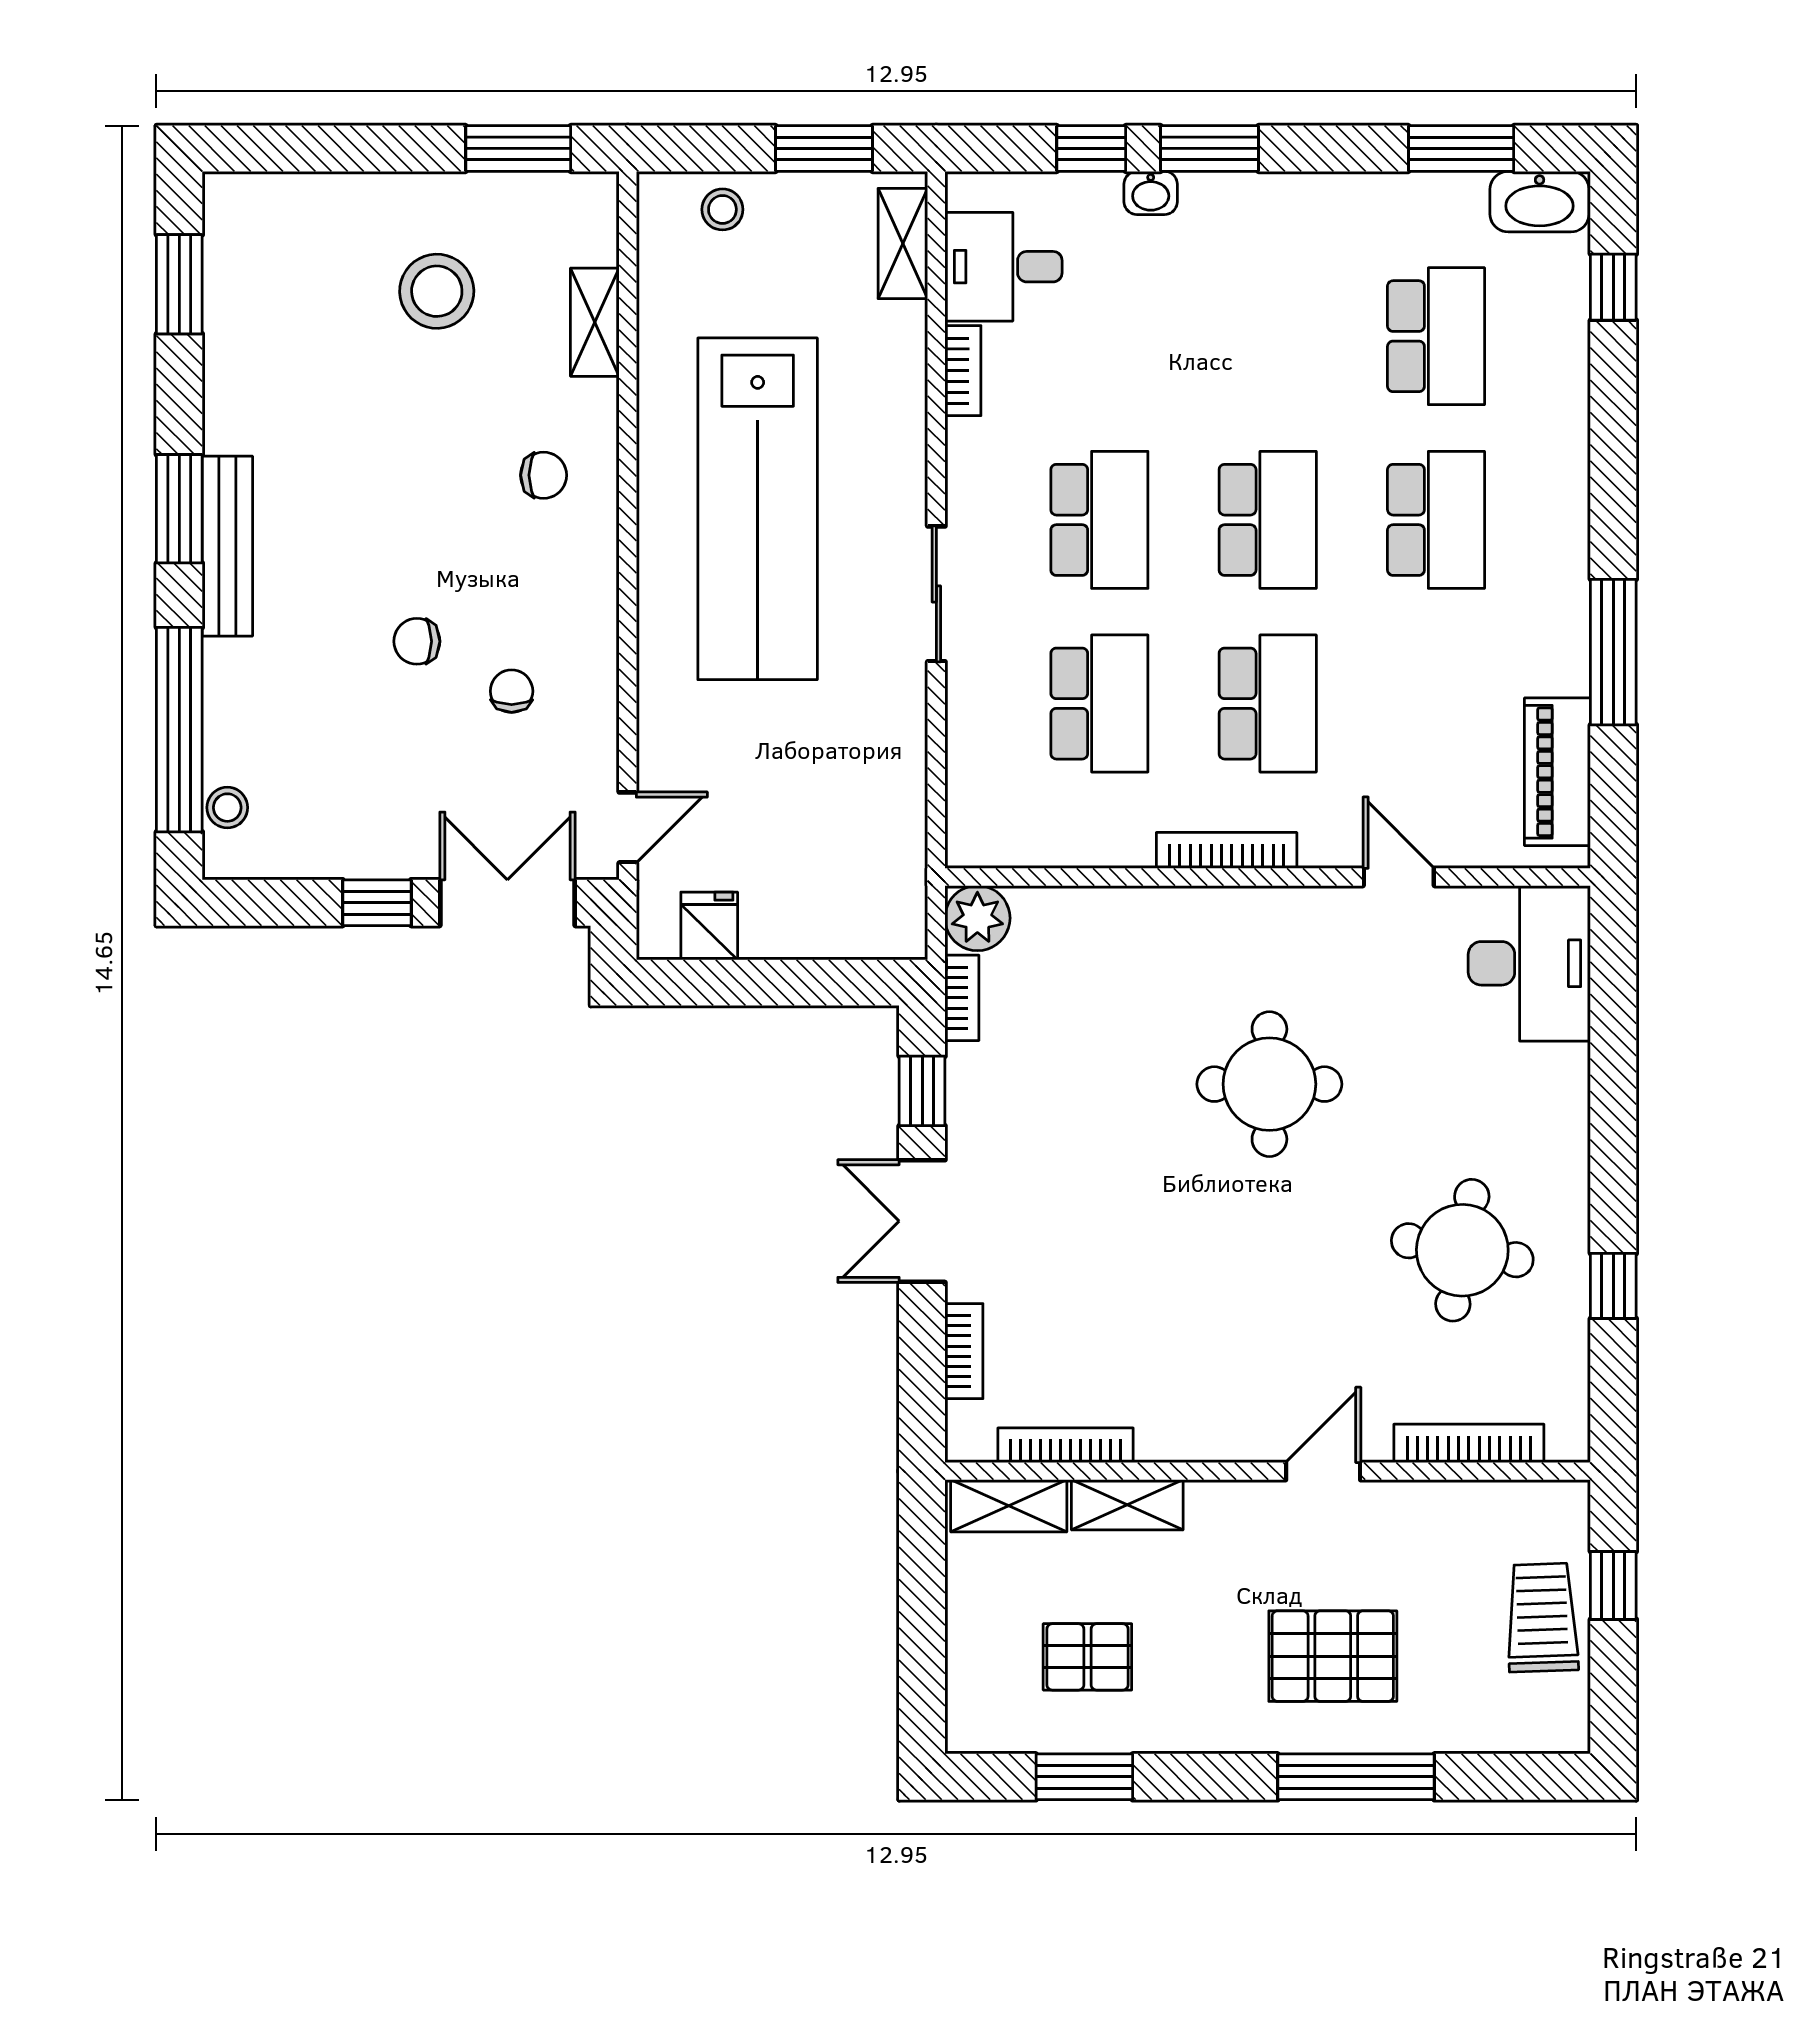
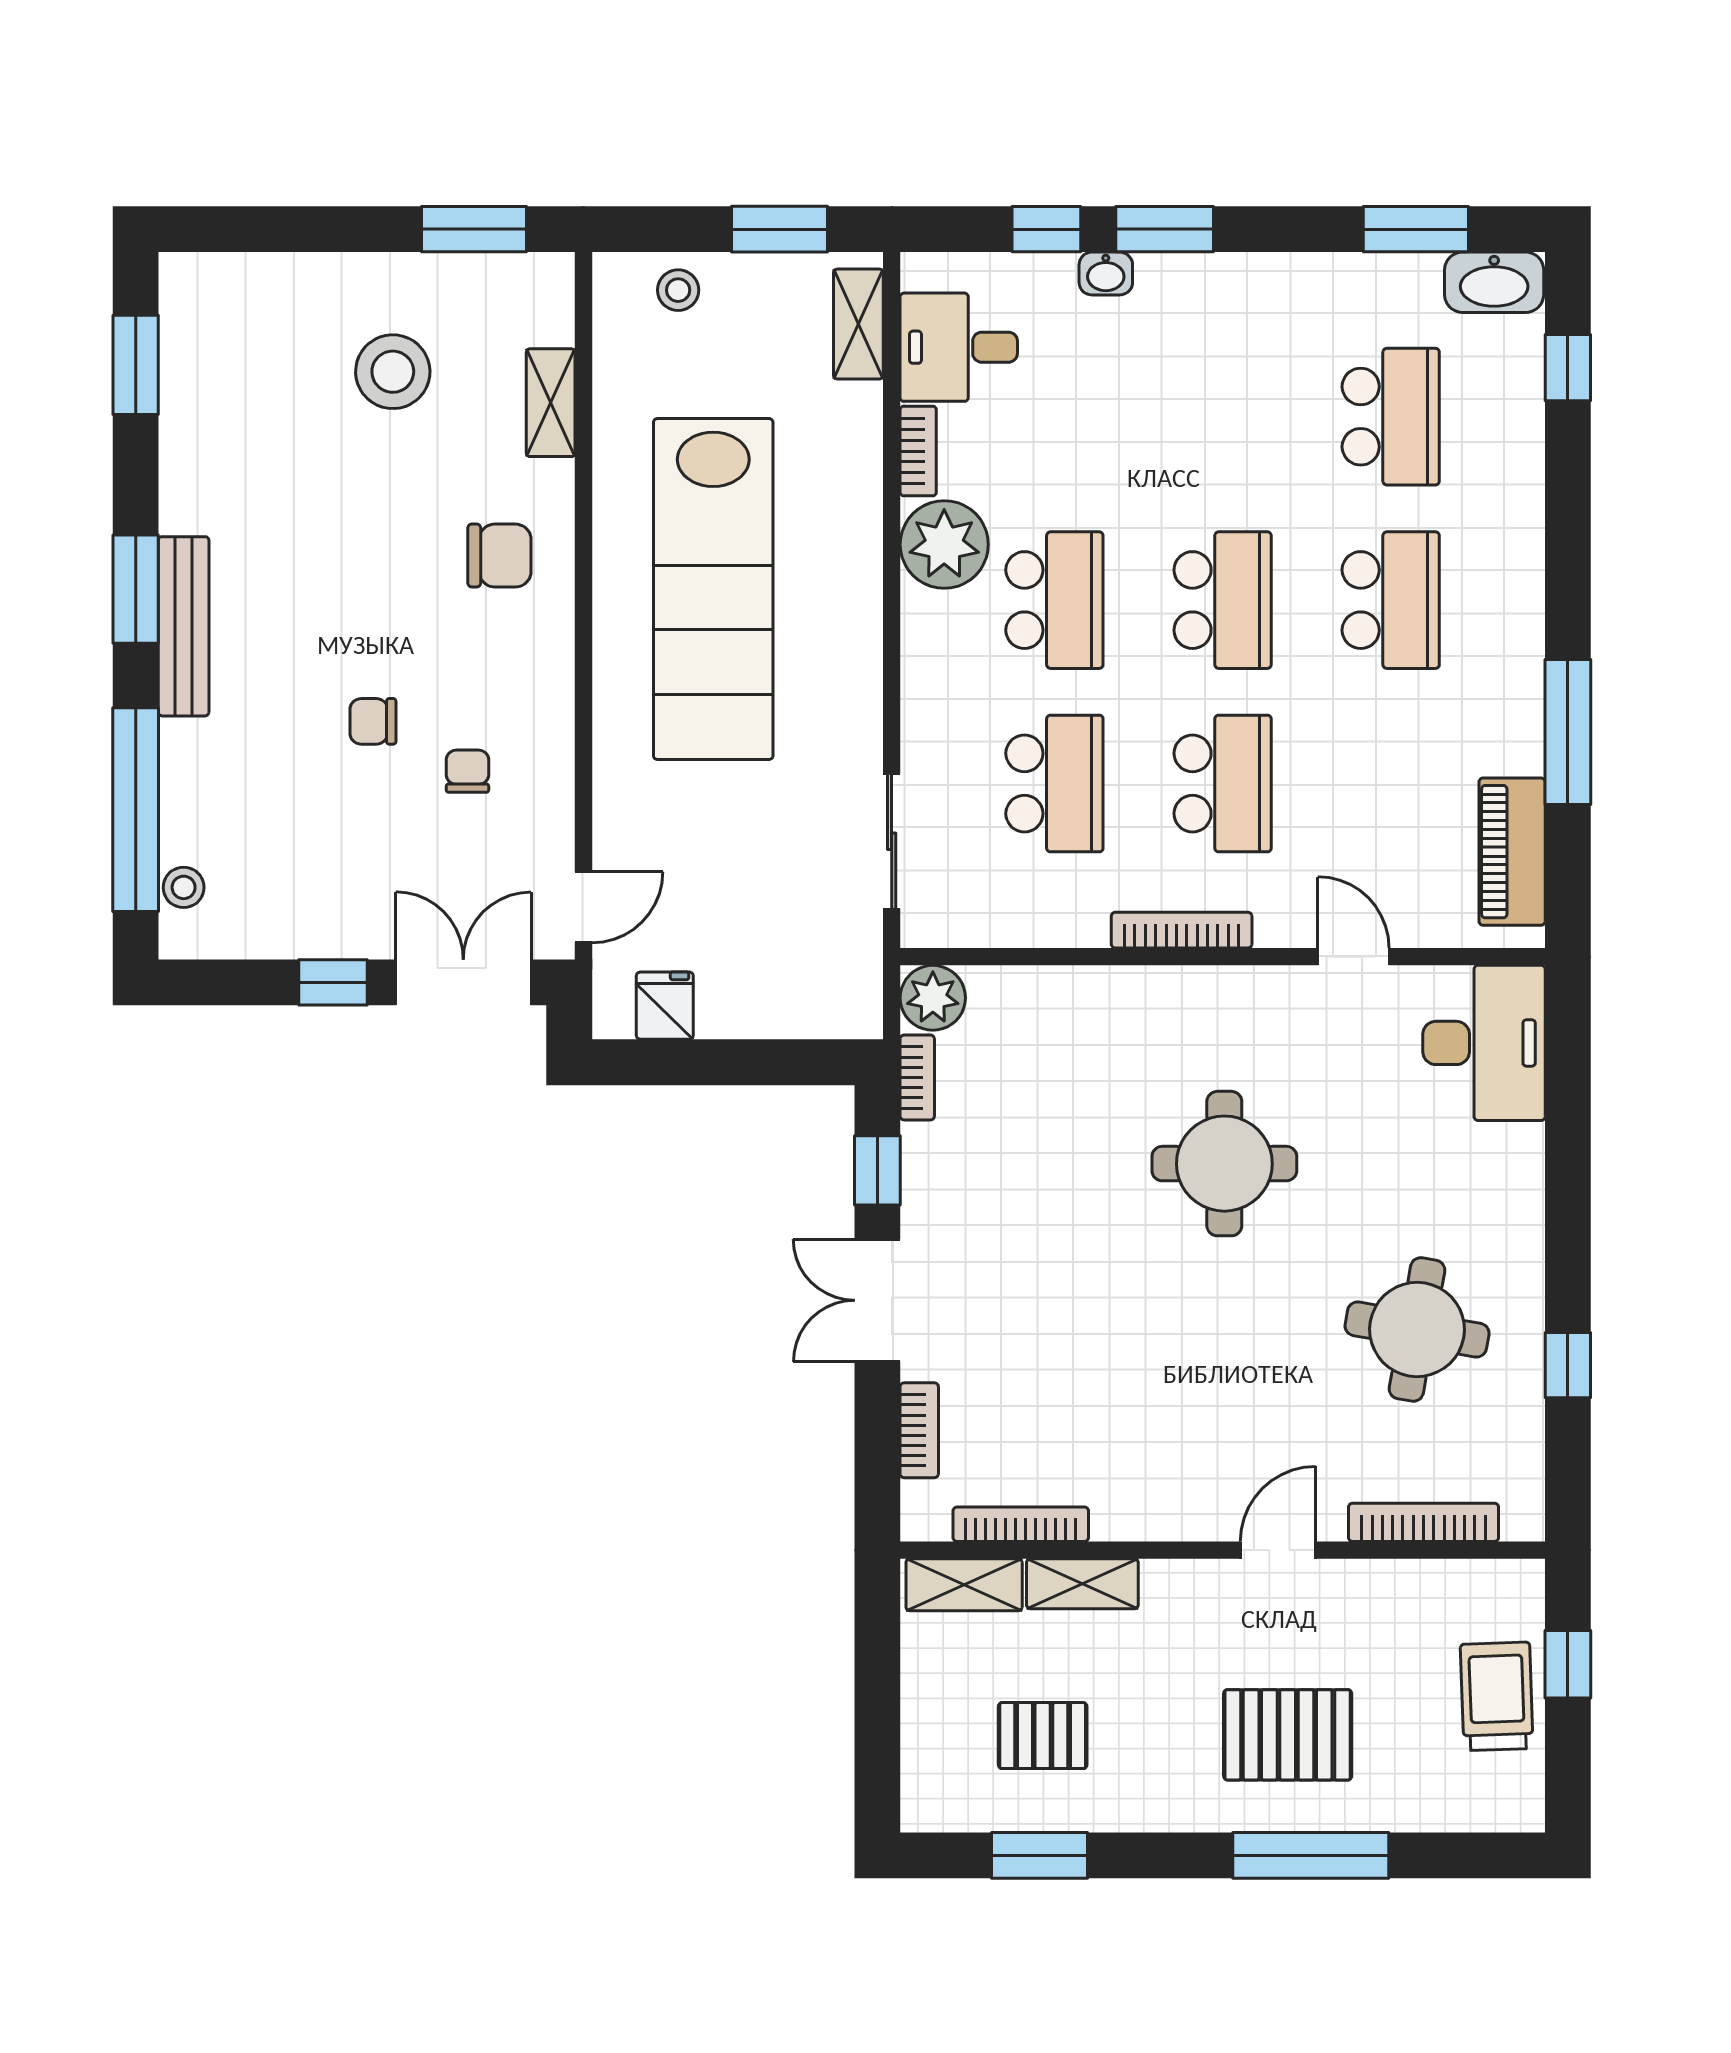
plant: (989, 464) -> (944, 545), added
chair: (544, 475) -> (499, 556), width x1.37, depth x1.37
sliding door: (936, 594) -> (892, 841), moved

